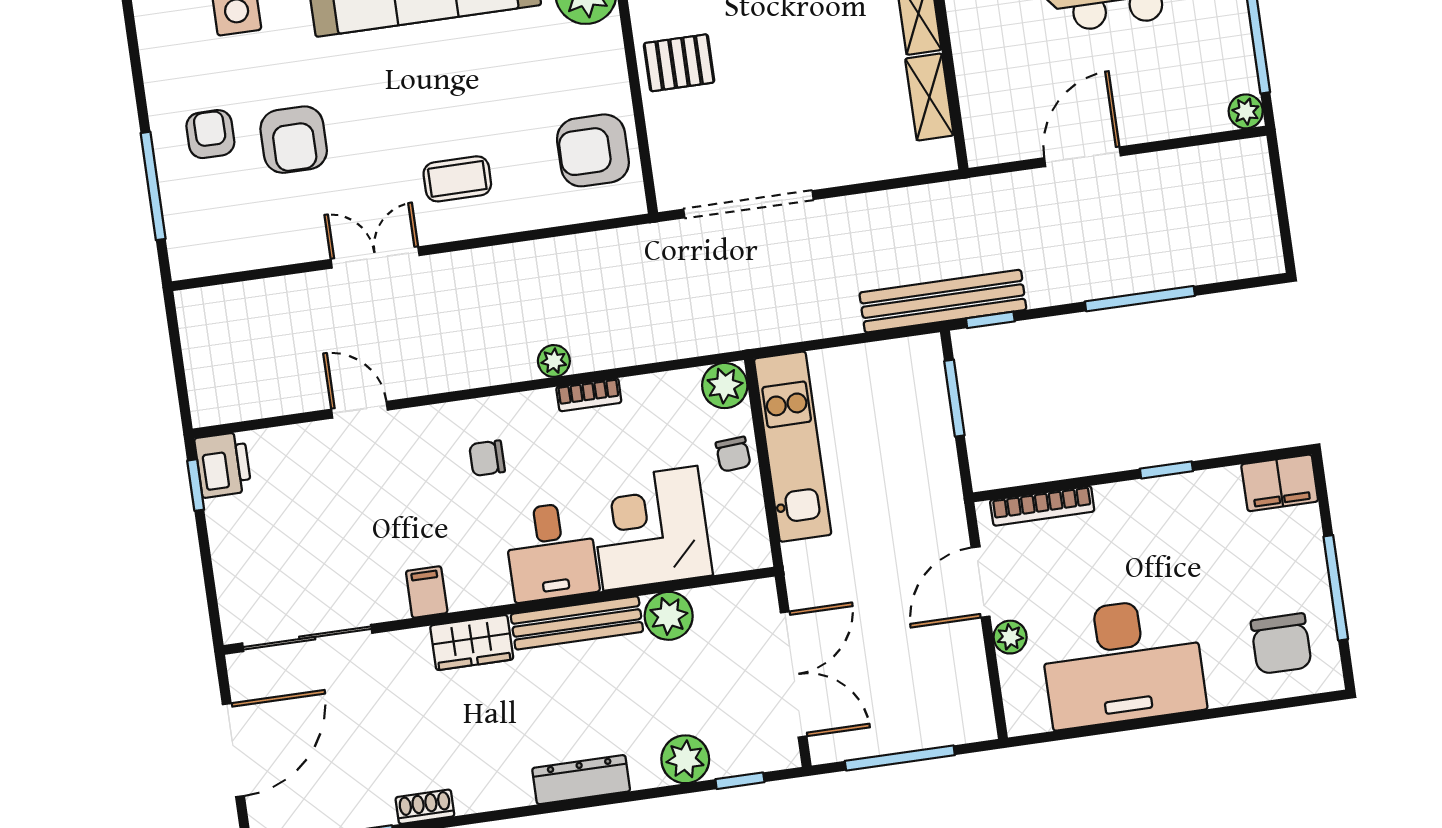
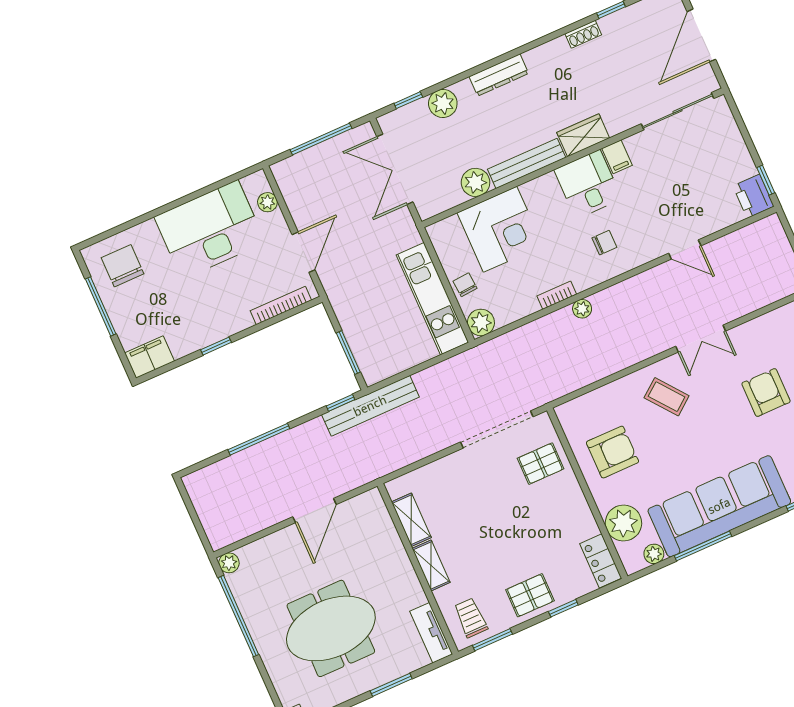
pallet: (679, 63) -> (541, 464), moved
armchair: (593, 150) -> (612, 452), moved
coffee table: (457, 179) -> (667, 397), turned 52
desk: (551, 552) -> (588, 184), moved
plant: (1010, 637) -> (267, 202), moved

